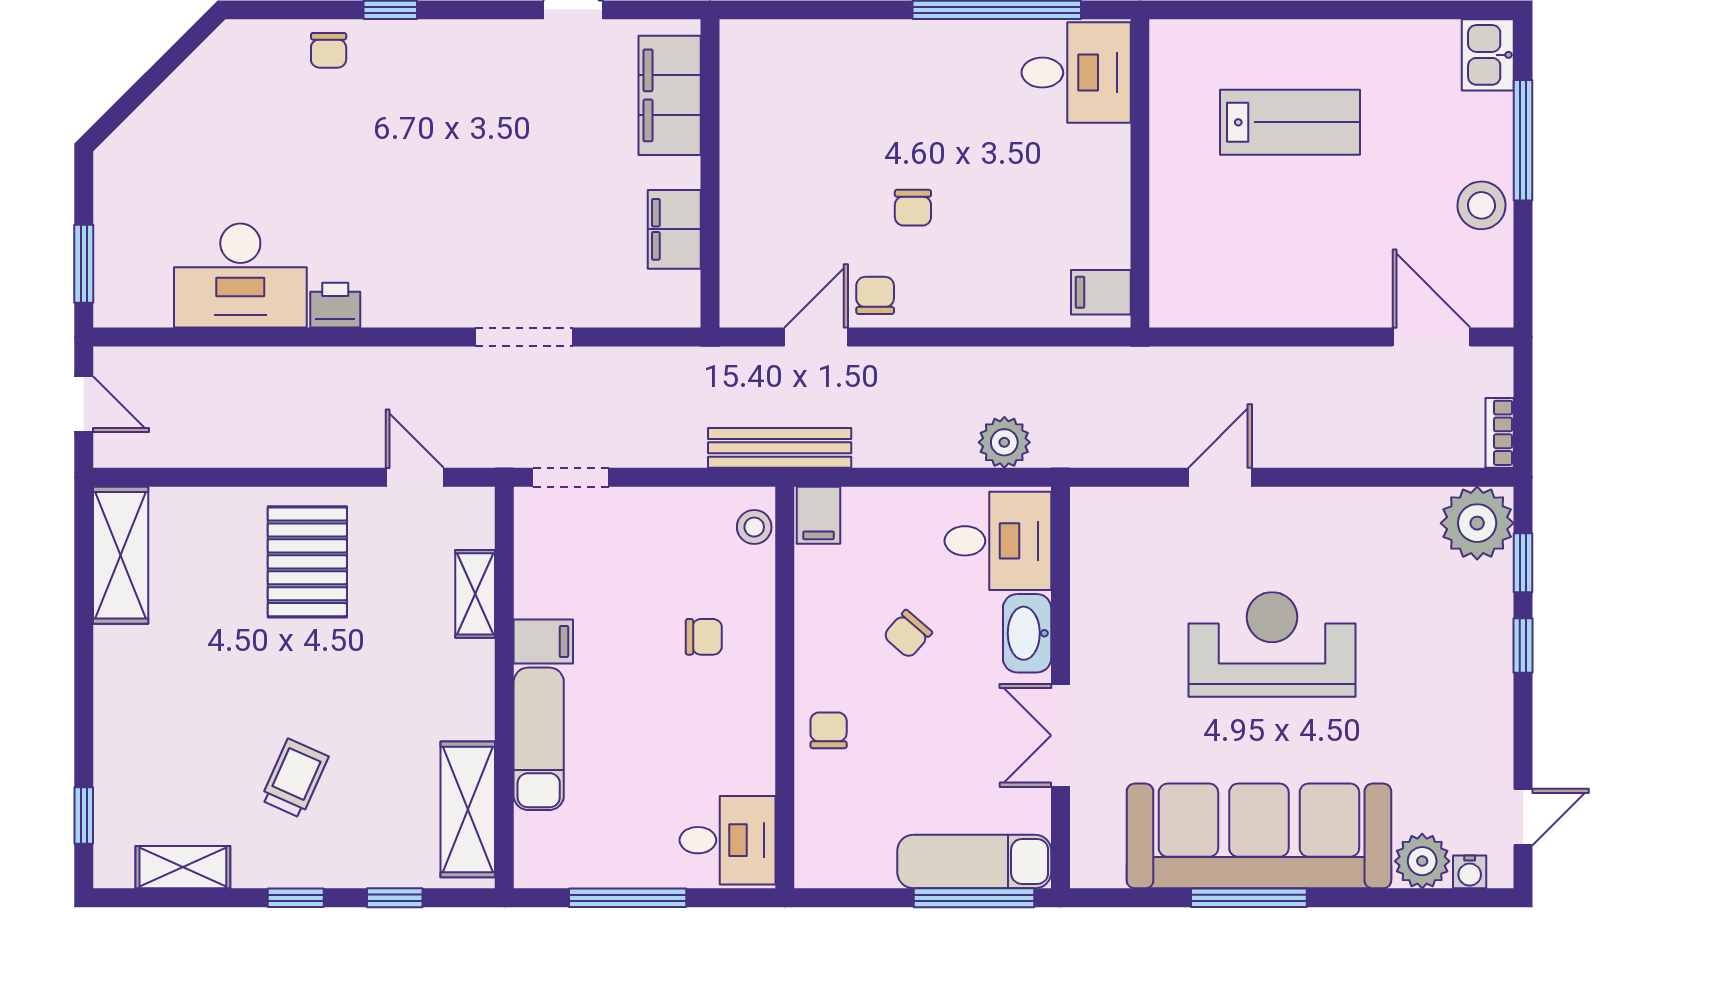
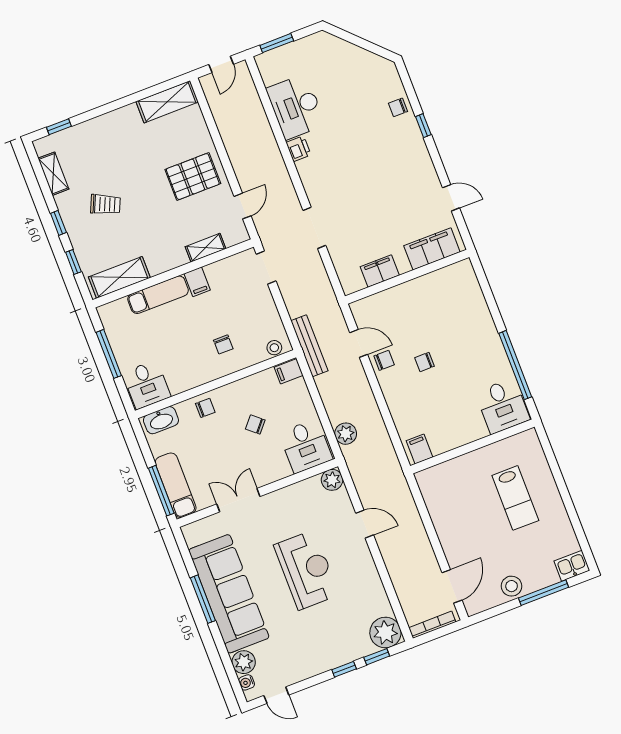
bookcase: (1500, 433) -> (432, 625), width x1.56
plant: (1095, 512) -> (332, 480), added
washbasin: (1027, 633) -> (161, 420), moved, turned 180

